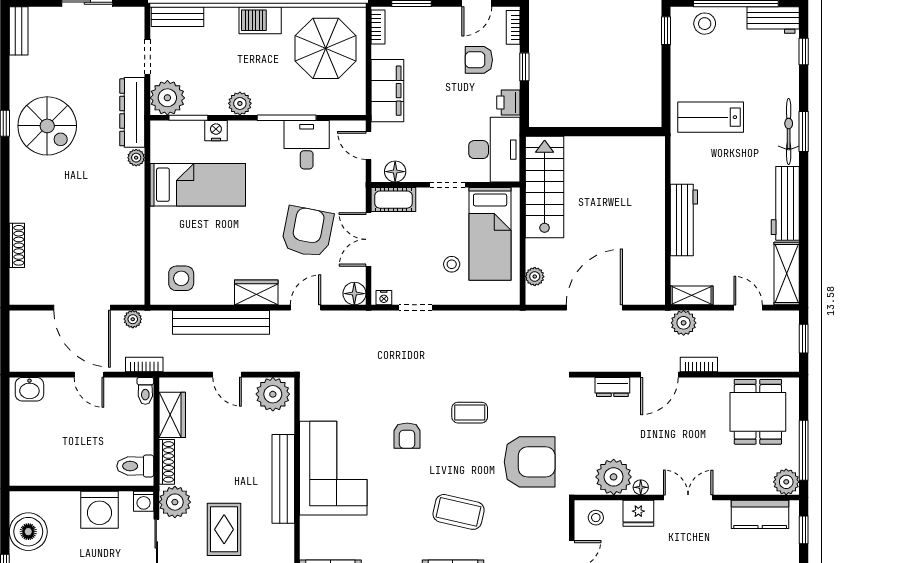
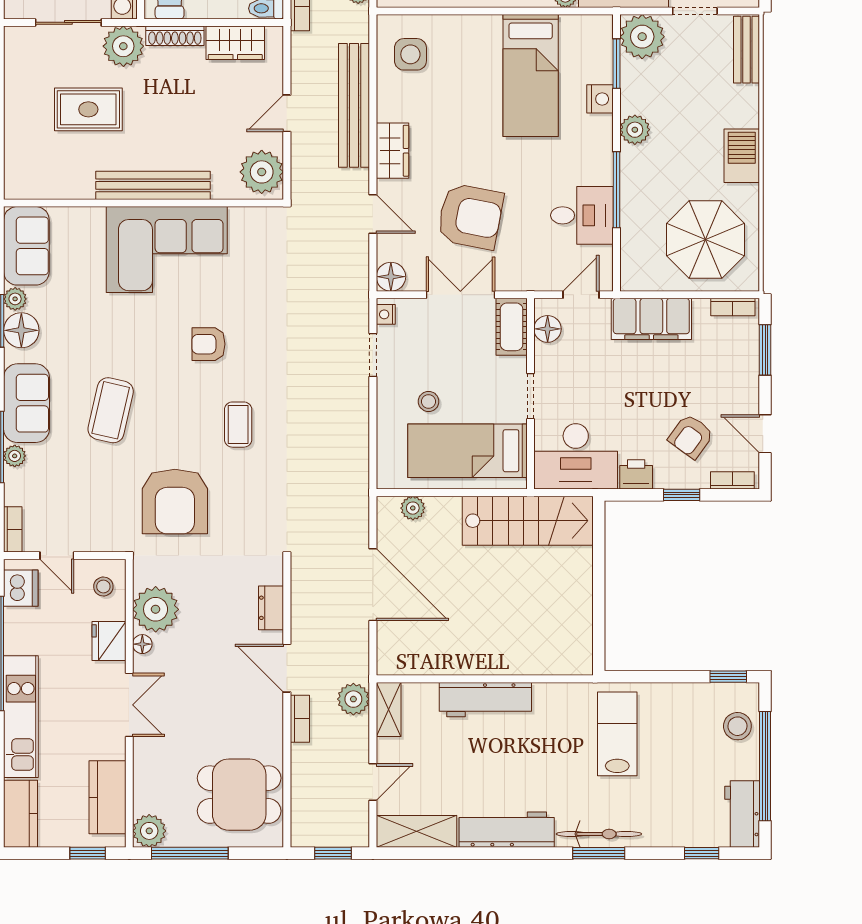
armchair: (479, 60) -> (691, 436), turned -144

